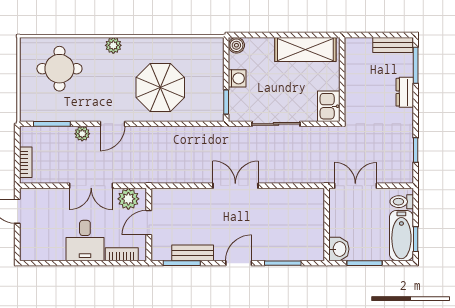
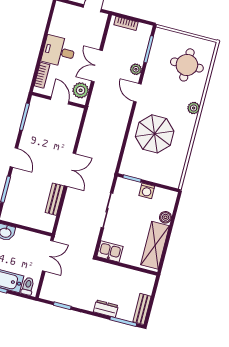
boiler: (236, 45) -> (165, 217), moved
bench: (193, 253) -> (55, 199), moved

